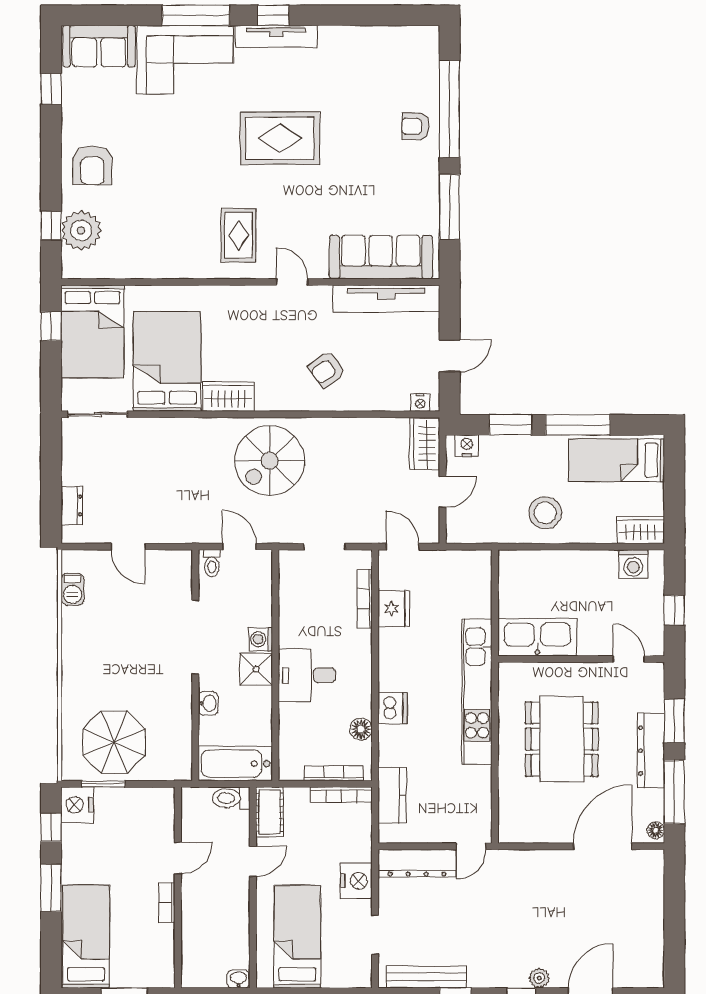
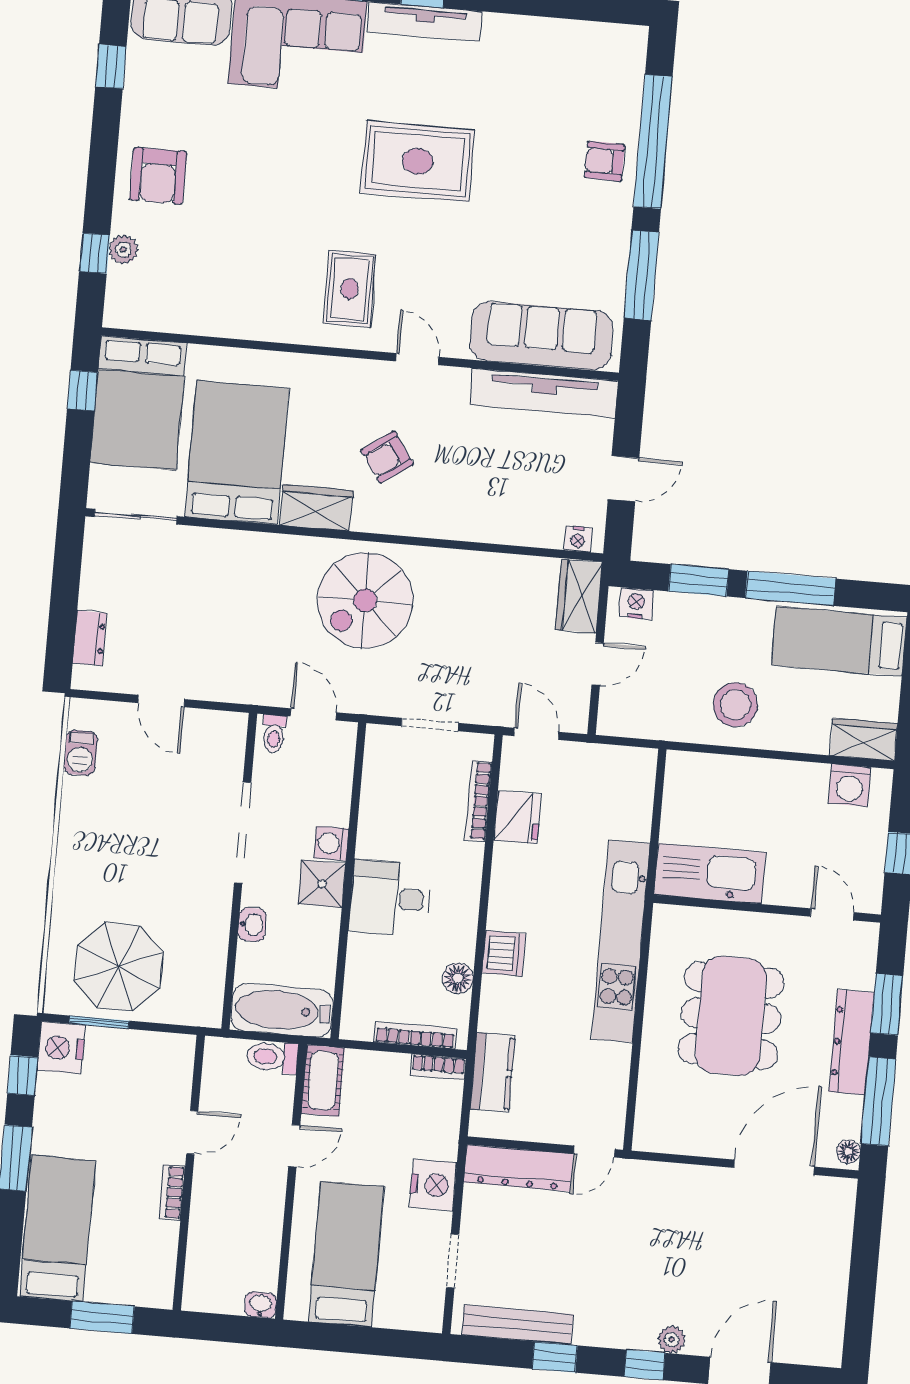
plant: (81, 230) -> (123, 250), width x0.53, depth x0.53
armchair: (327, 369) -> (387, 457), moved
bookcase: (341, 795) -> (438, 1067), width x0.64

